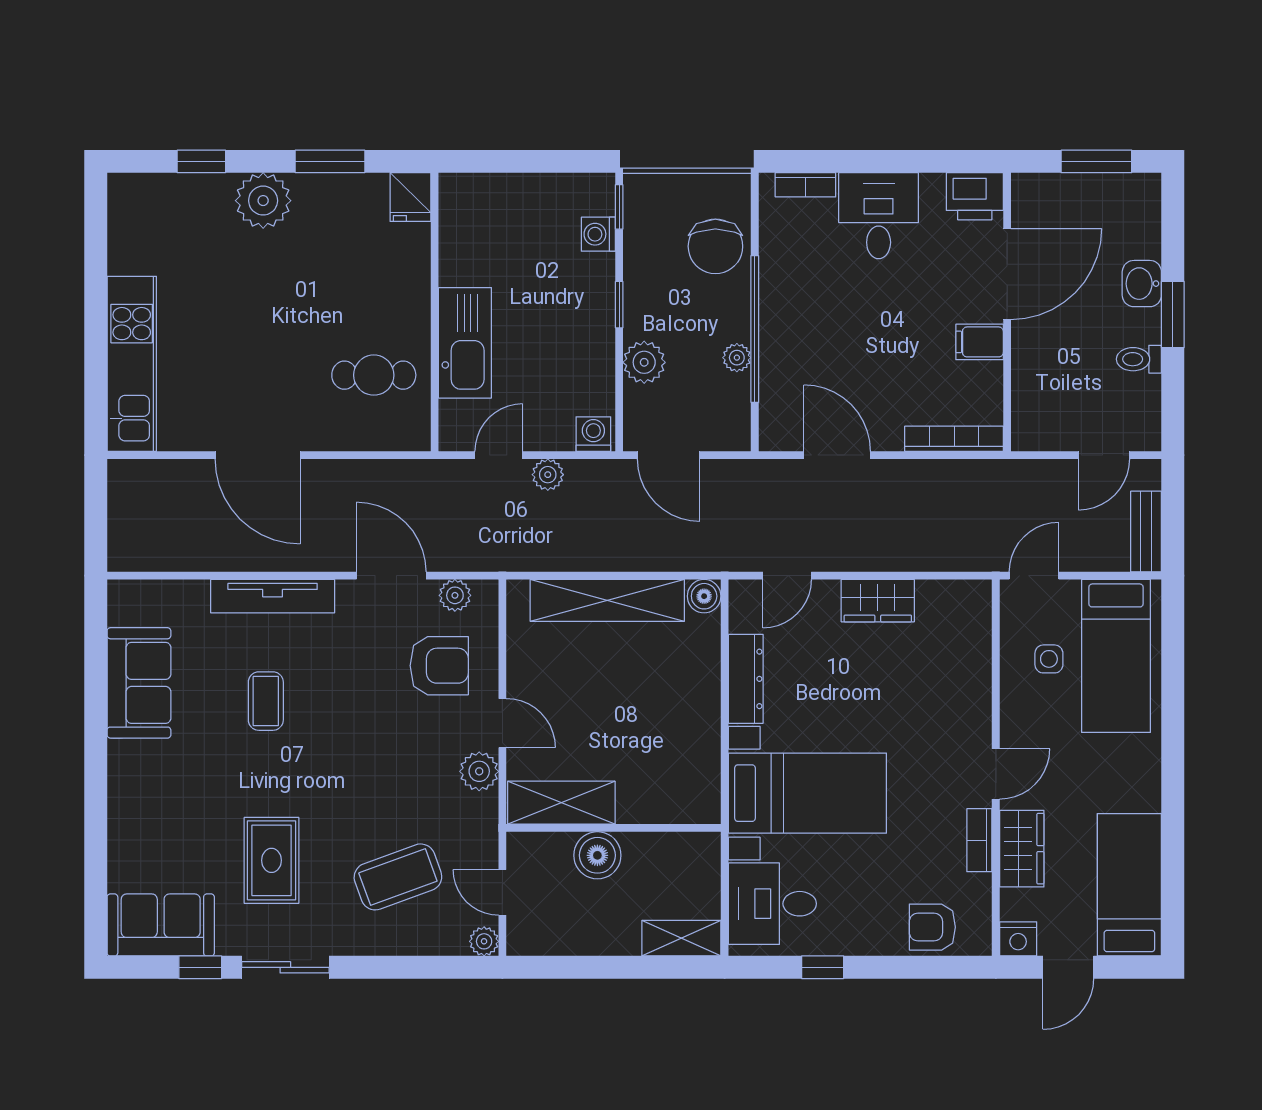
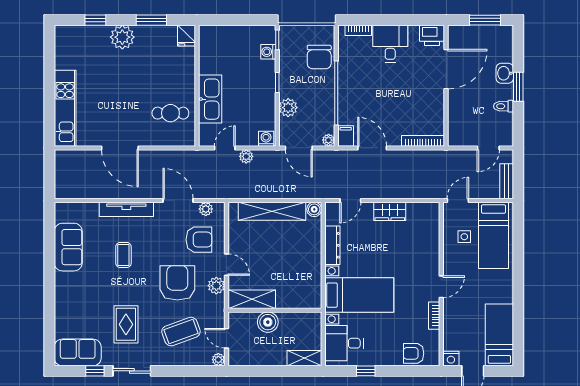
filing cabinet: (980, 342) -> (346, 136), moved, turned 90
plant: (737, 358) -> (328, 140), moved
armchair: (390, 765) -> (177, 283), added
wardrobe: (1022, 849) -> (452, 319), removed

